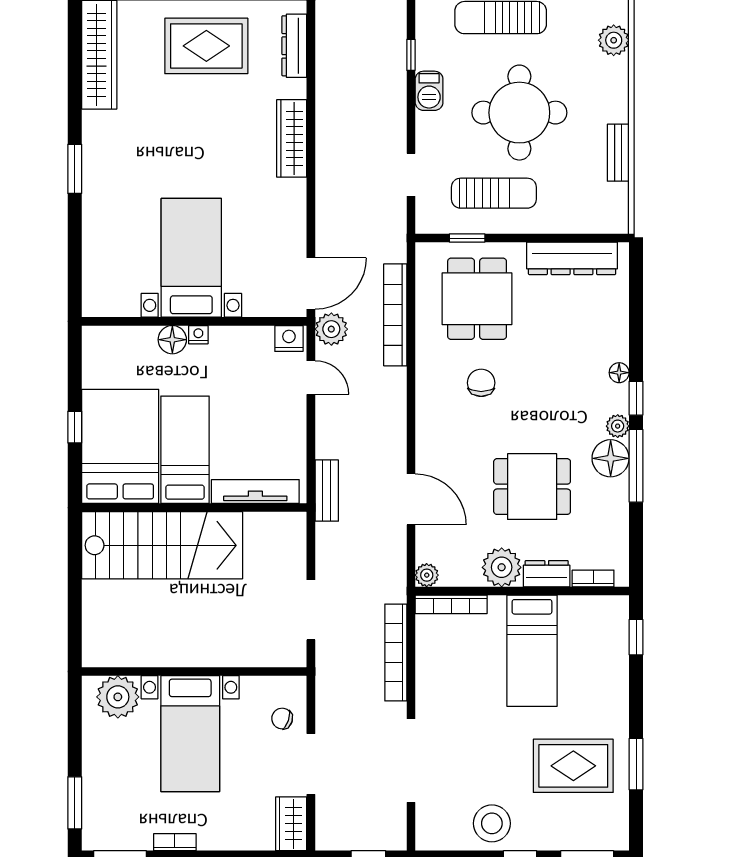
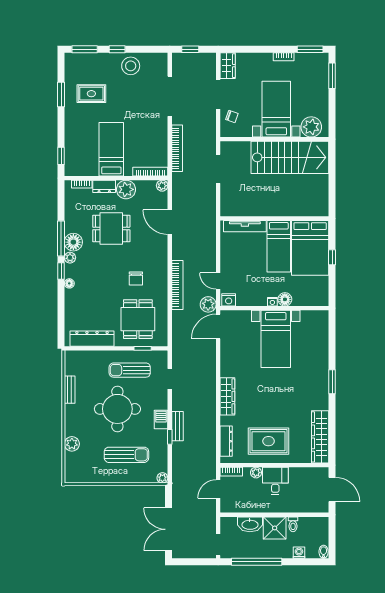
bookcase: (395, 315) -> (177, 285), moved
bench: (327, 491) -> (177, 426), moved
stairs: (162, 545) -> (290, 157), moved, turned 180
rug: (573, 766) -> (91, 94), width x0.73, depth x0.70

